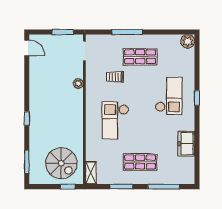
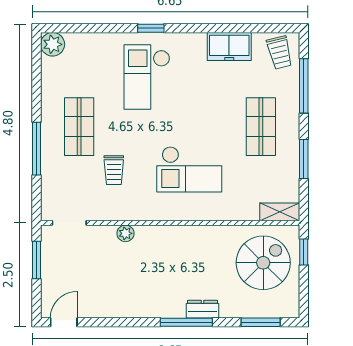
checkout: (169, 96) -> (147, 77), turned -90
window: (27, 119) -> (186, 322), width x2.17
dresser: (34, 128) -> (203, 309), added
trolley: (183, 173) -> (280, 52), added

